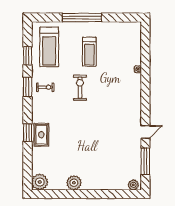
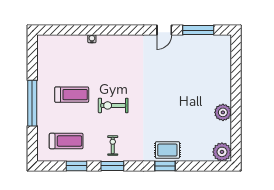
treadmill: (49, 47) -> (66, 141), width x0.73, depth x0.73
door: (145, 132) -> (164, 30), swing flipped
plant: (133, 185) -> (225, 44), removed

